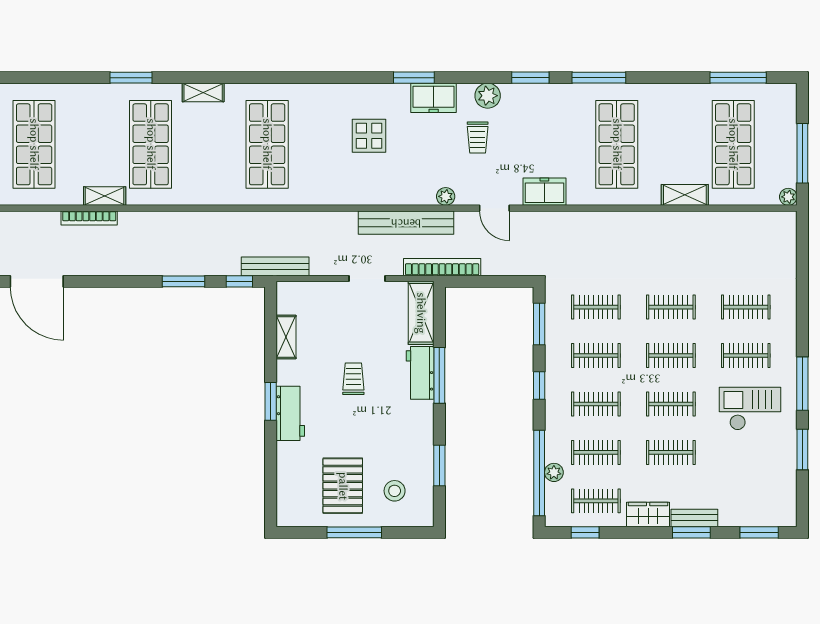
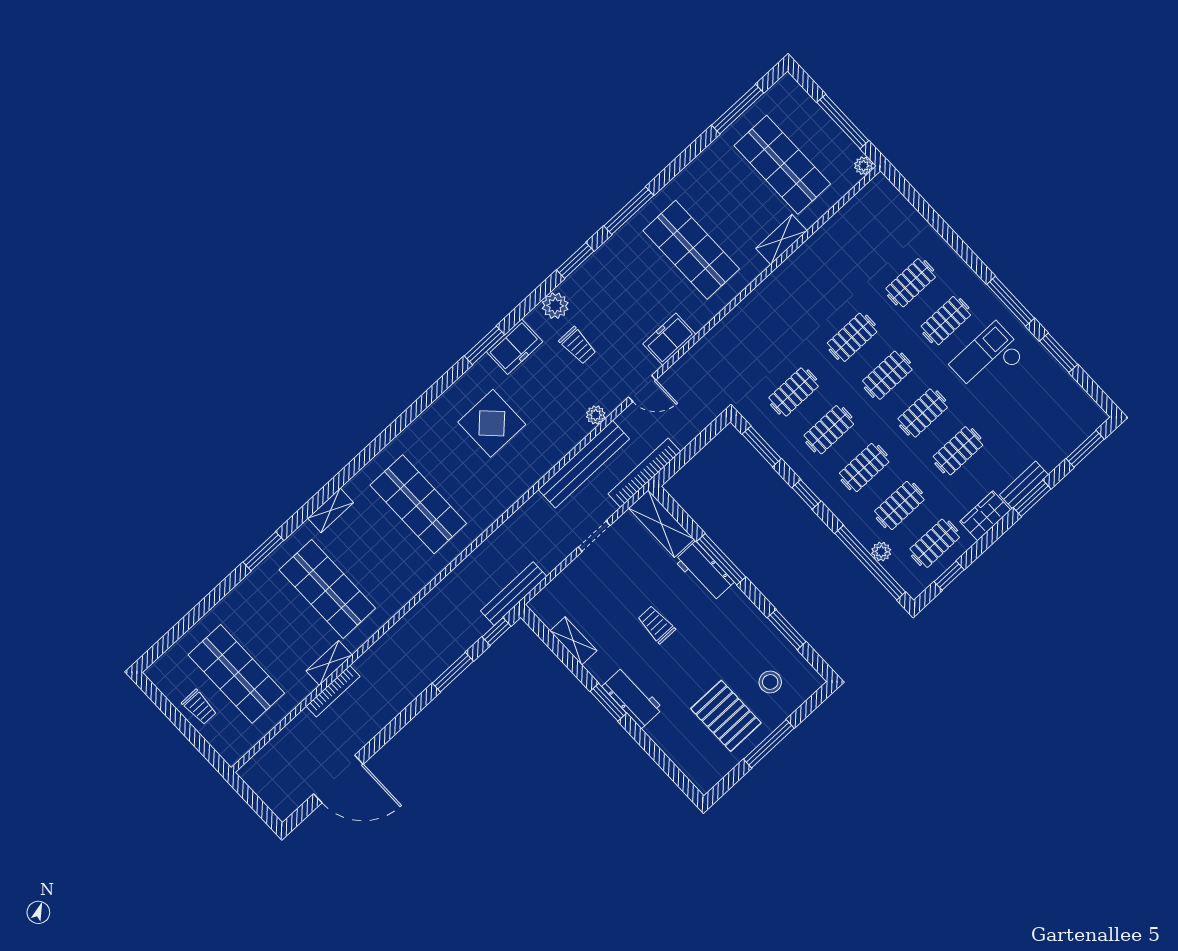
display table: (369, 136) -> (492, 423), width x1.36, depth x1.36

